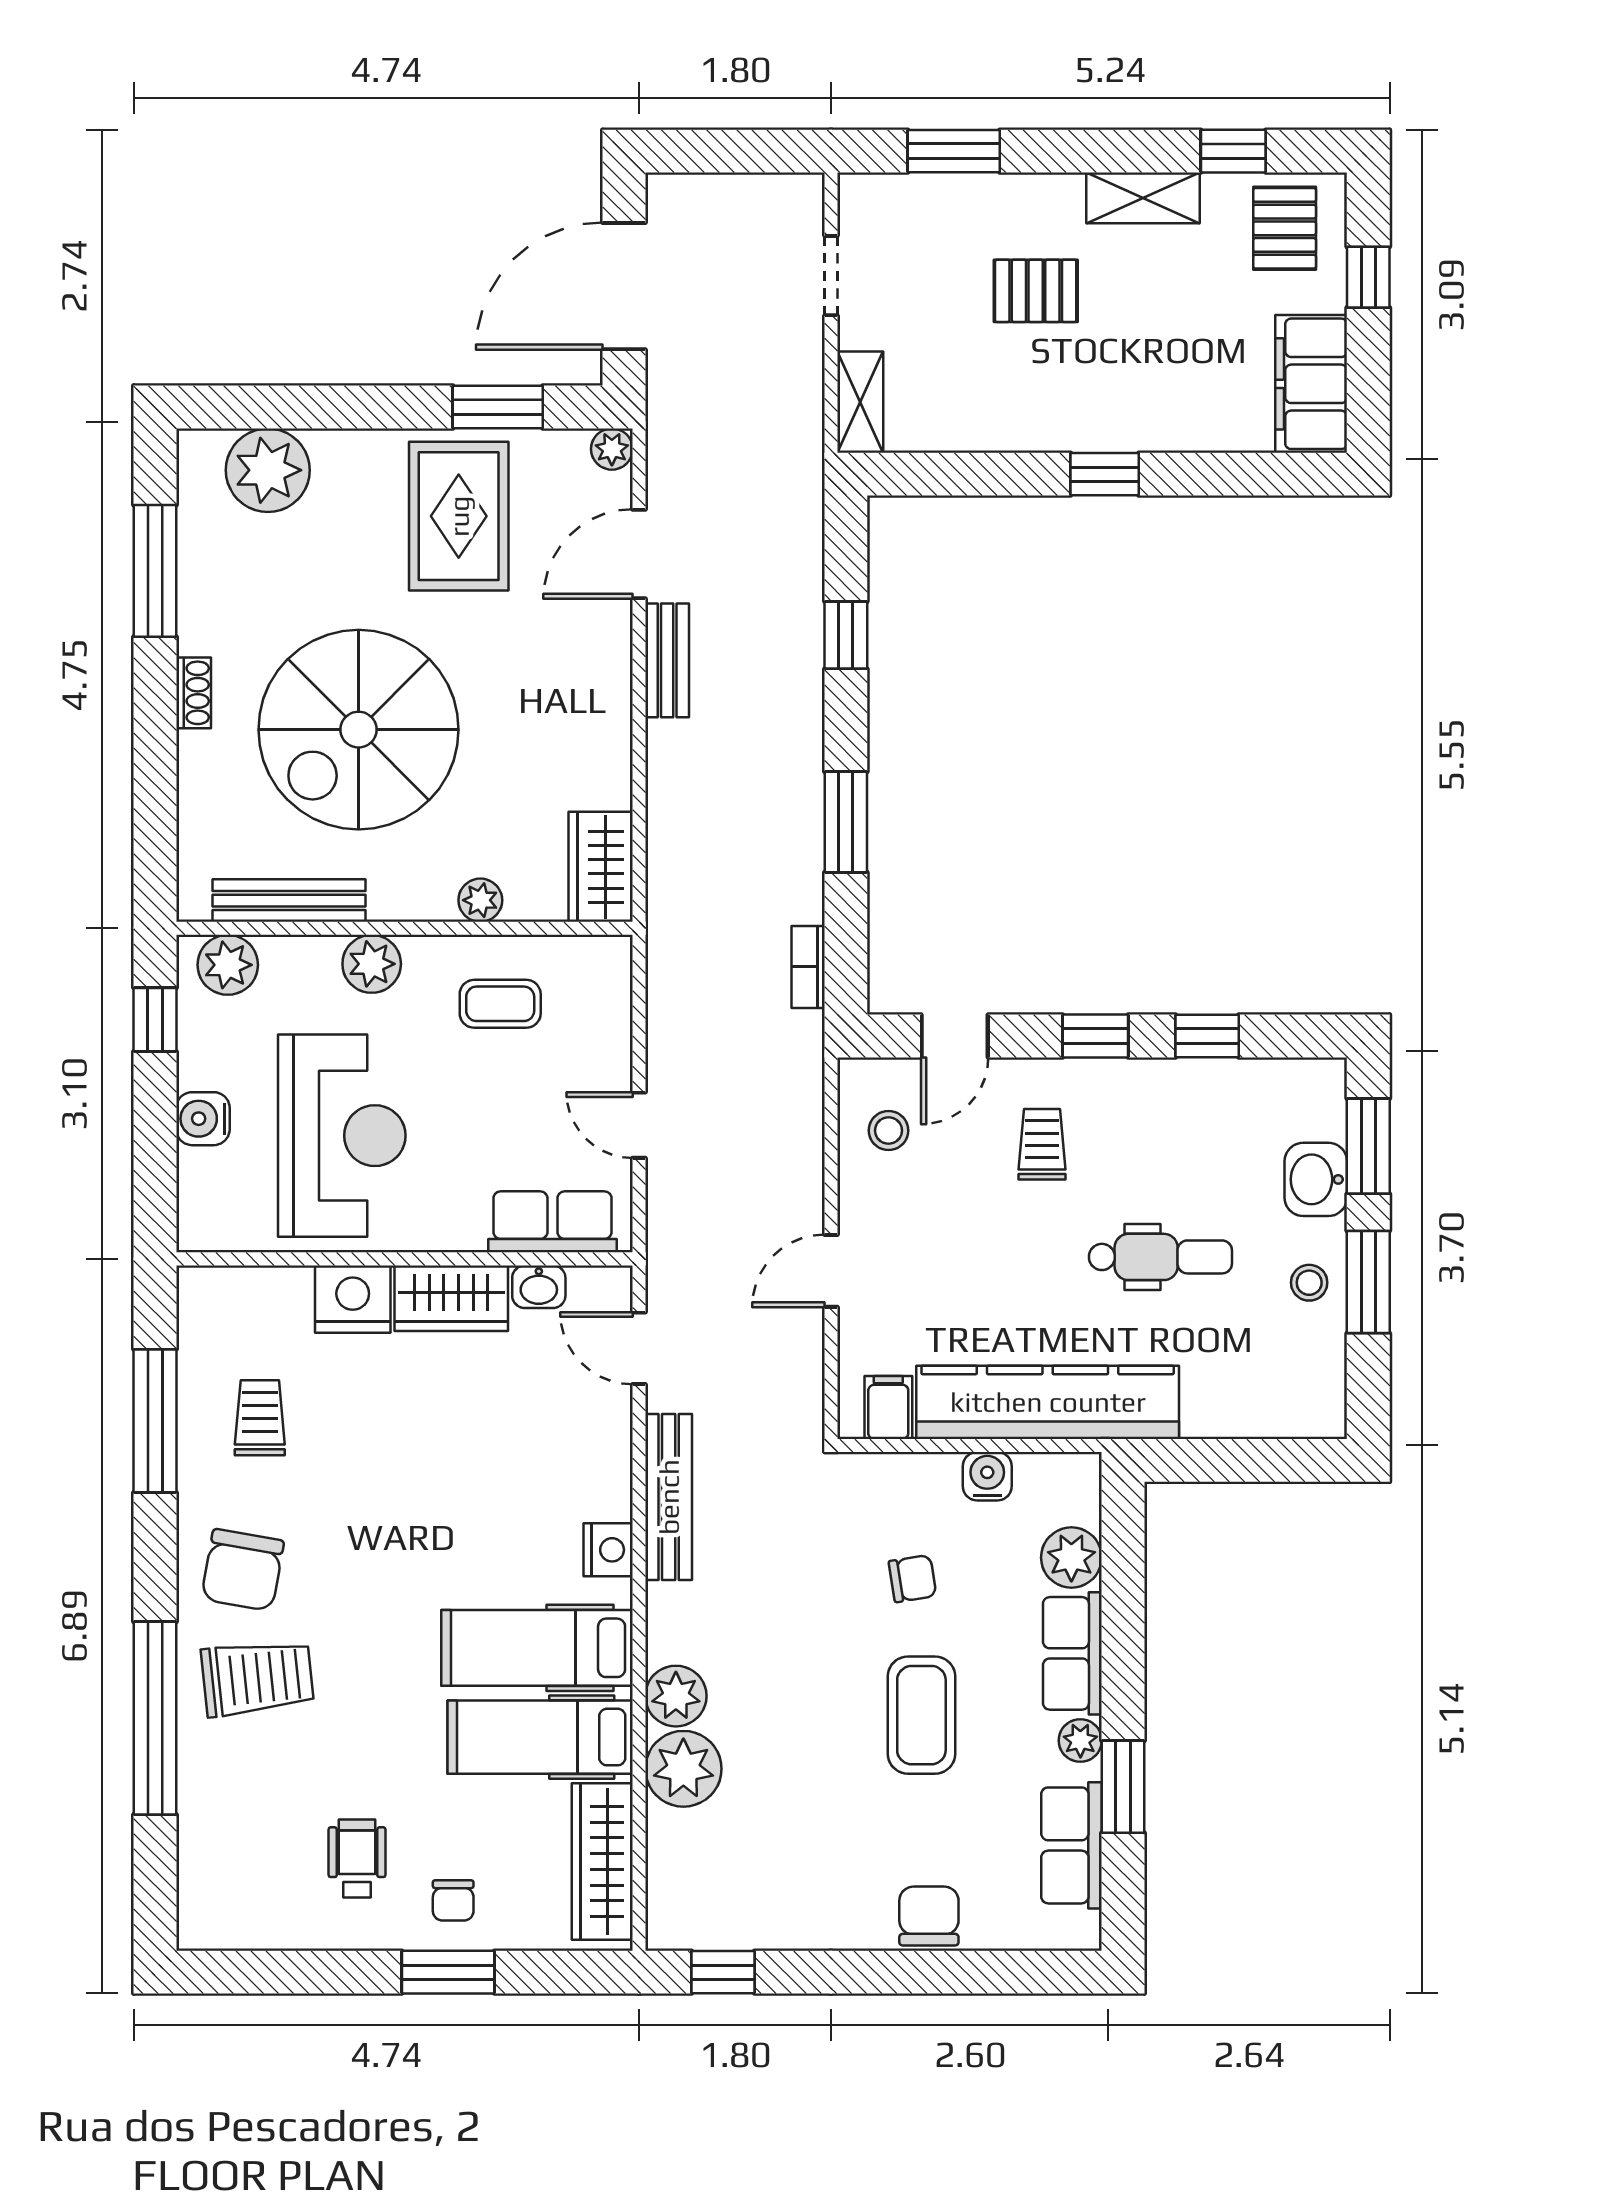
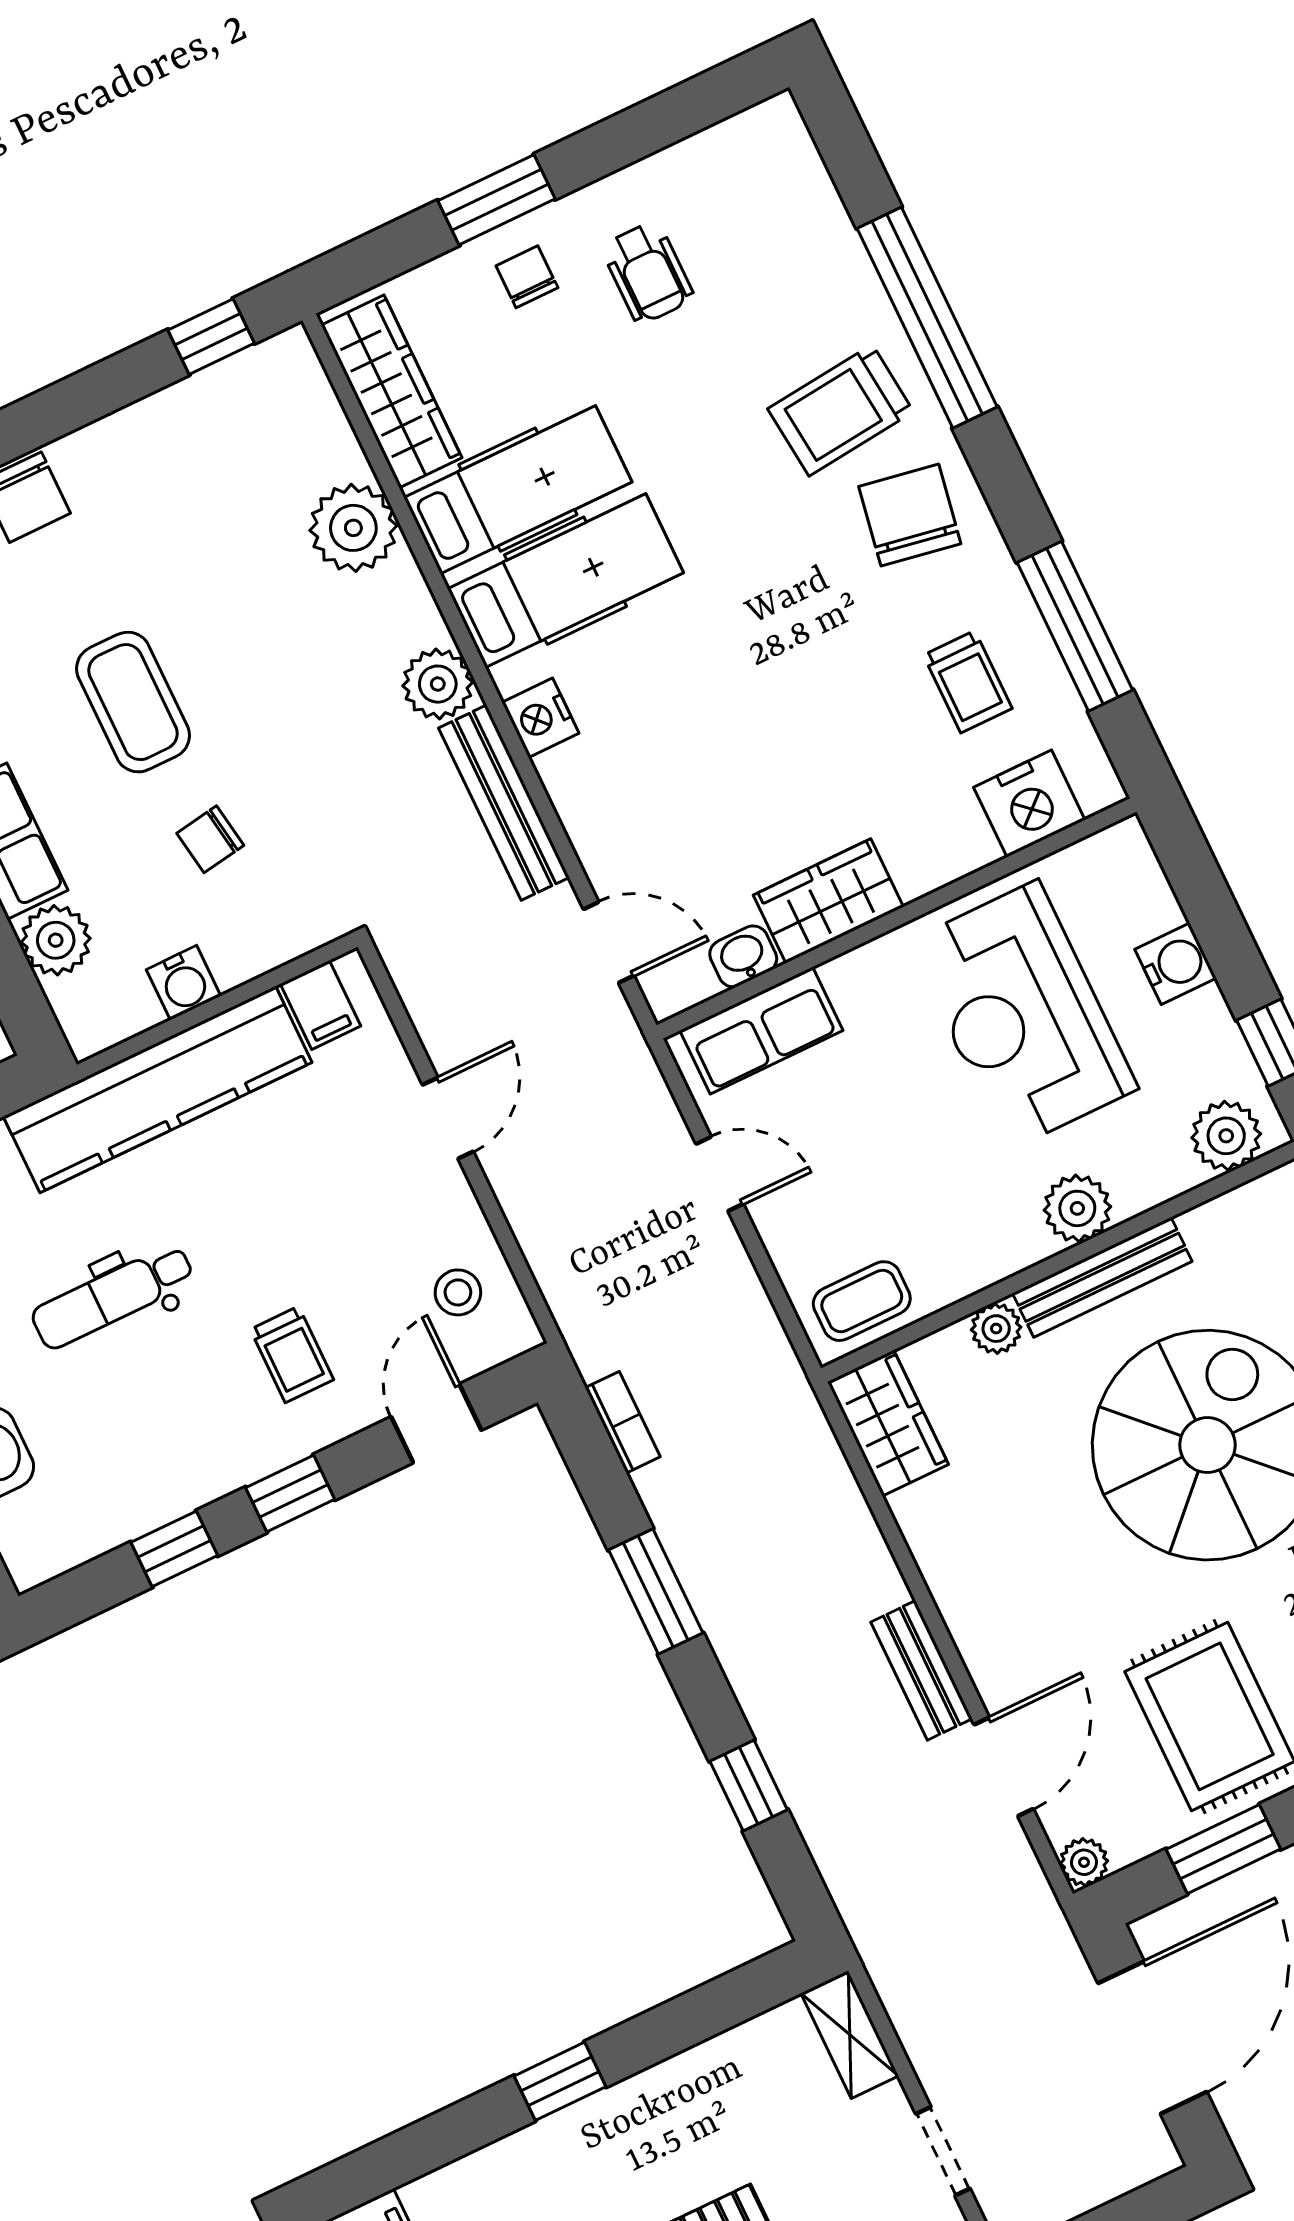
bench: (289, 901) -> (1102, 1277), moved
coffee table: (500, 1004) -> (862, 1301), moved
nightstand: (353, 1299) -> (1029, 804), moved
plant: (676, 1696) -> (438, 684), moved

